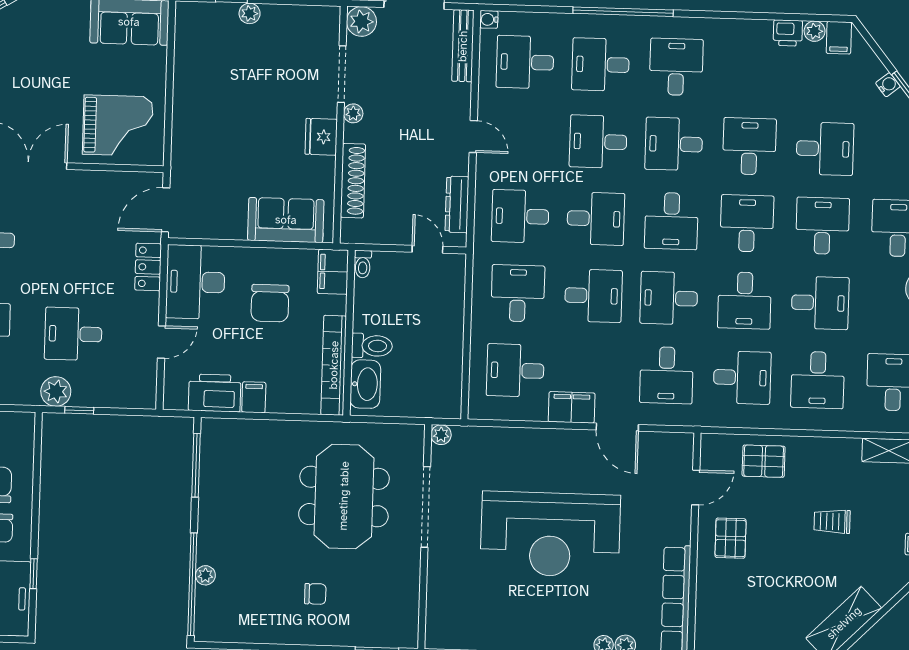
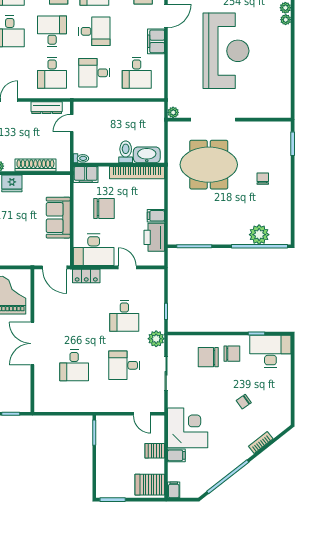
sofa: (286, 220) -> (58, 218), moved
desk: (593, 296) -> (94, 31), turned 90
plant: (56, 391) -> (156, 339), moved
plant: (205, 575) -> (259, 235), width x1.88, depth x1.88

